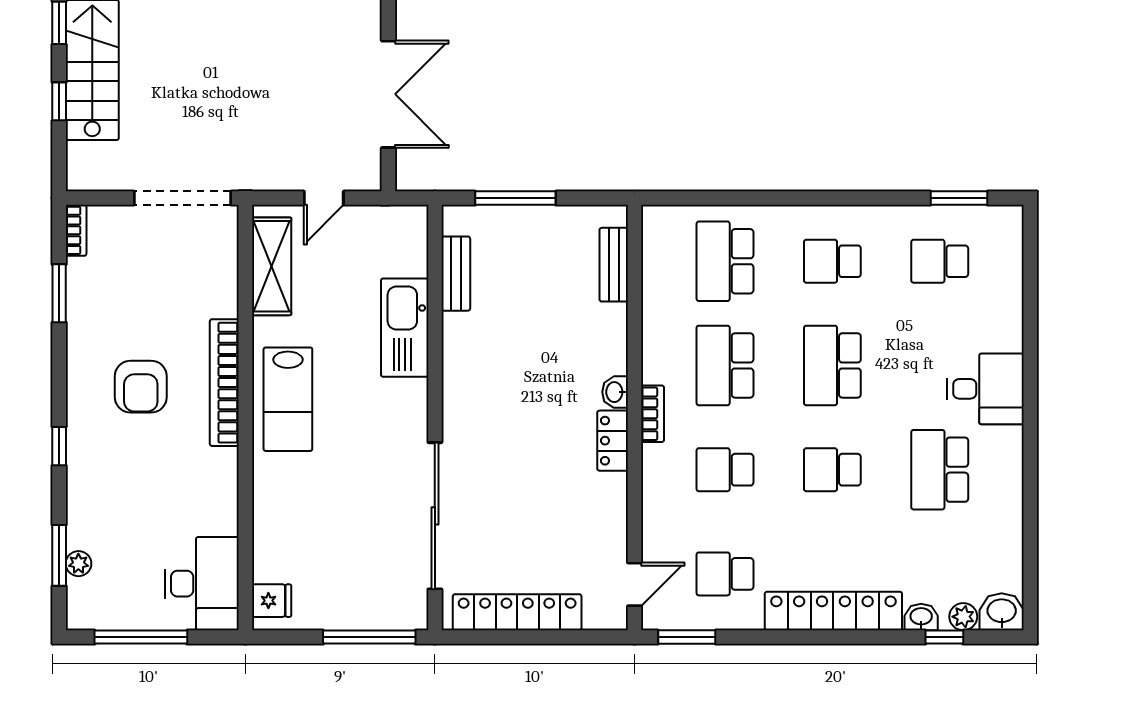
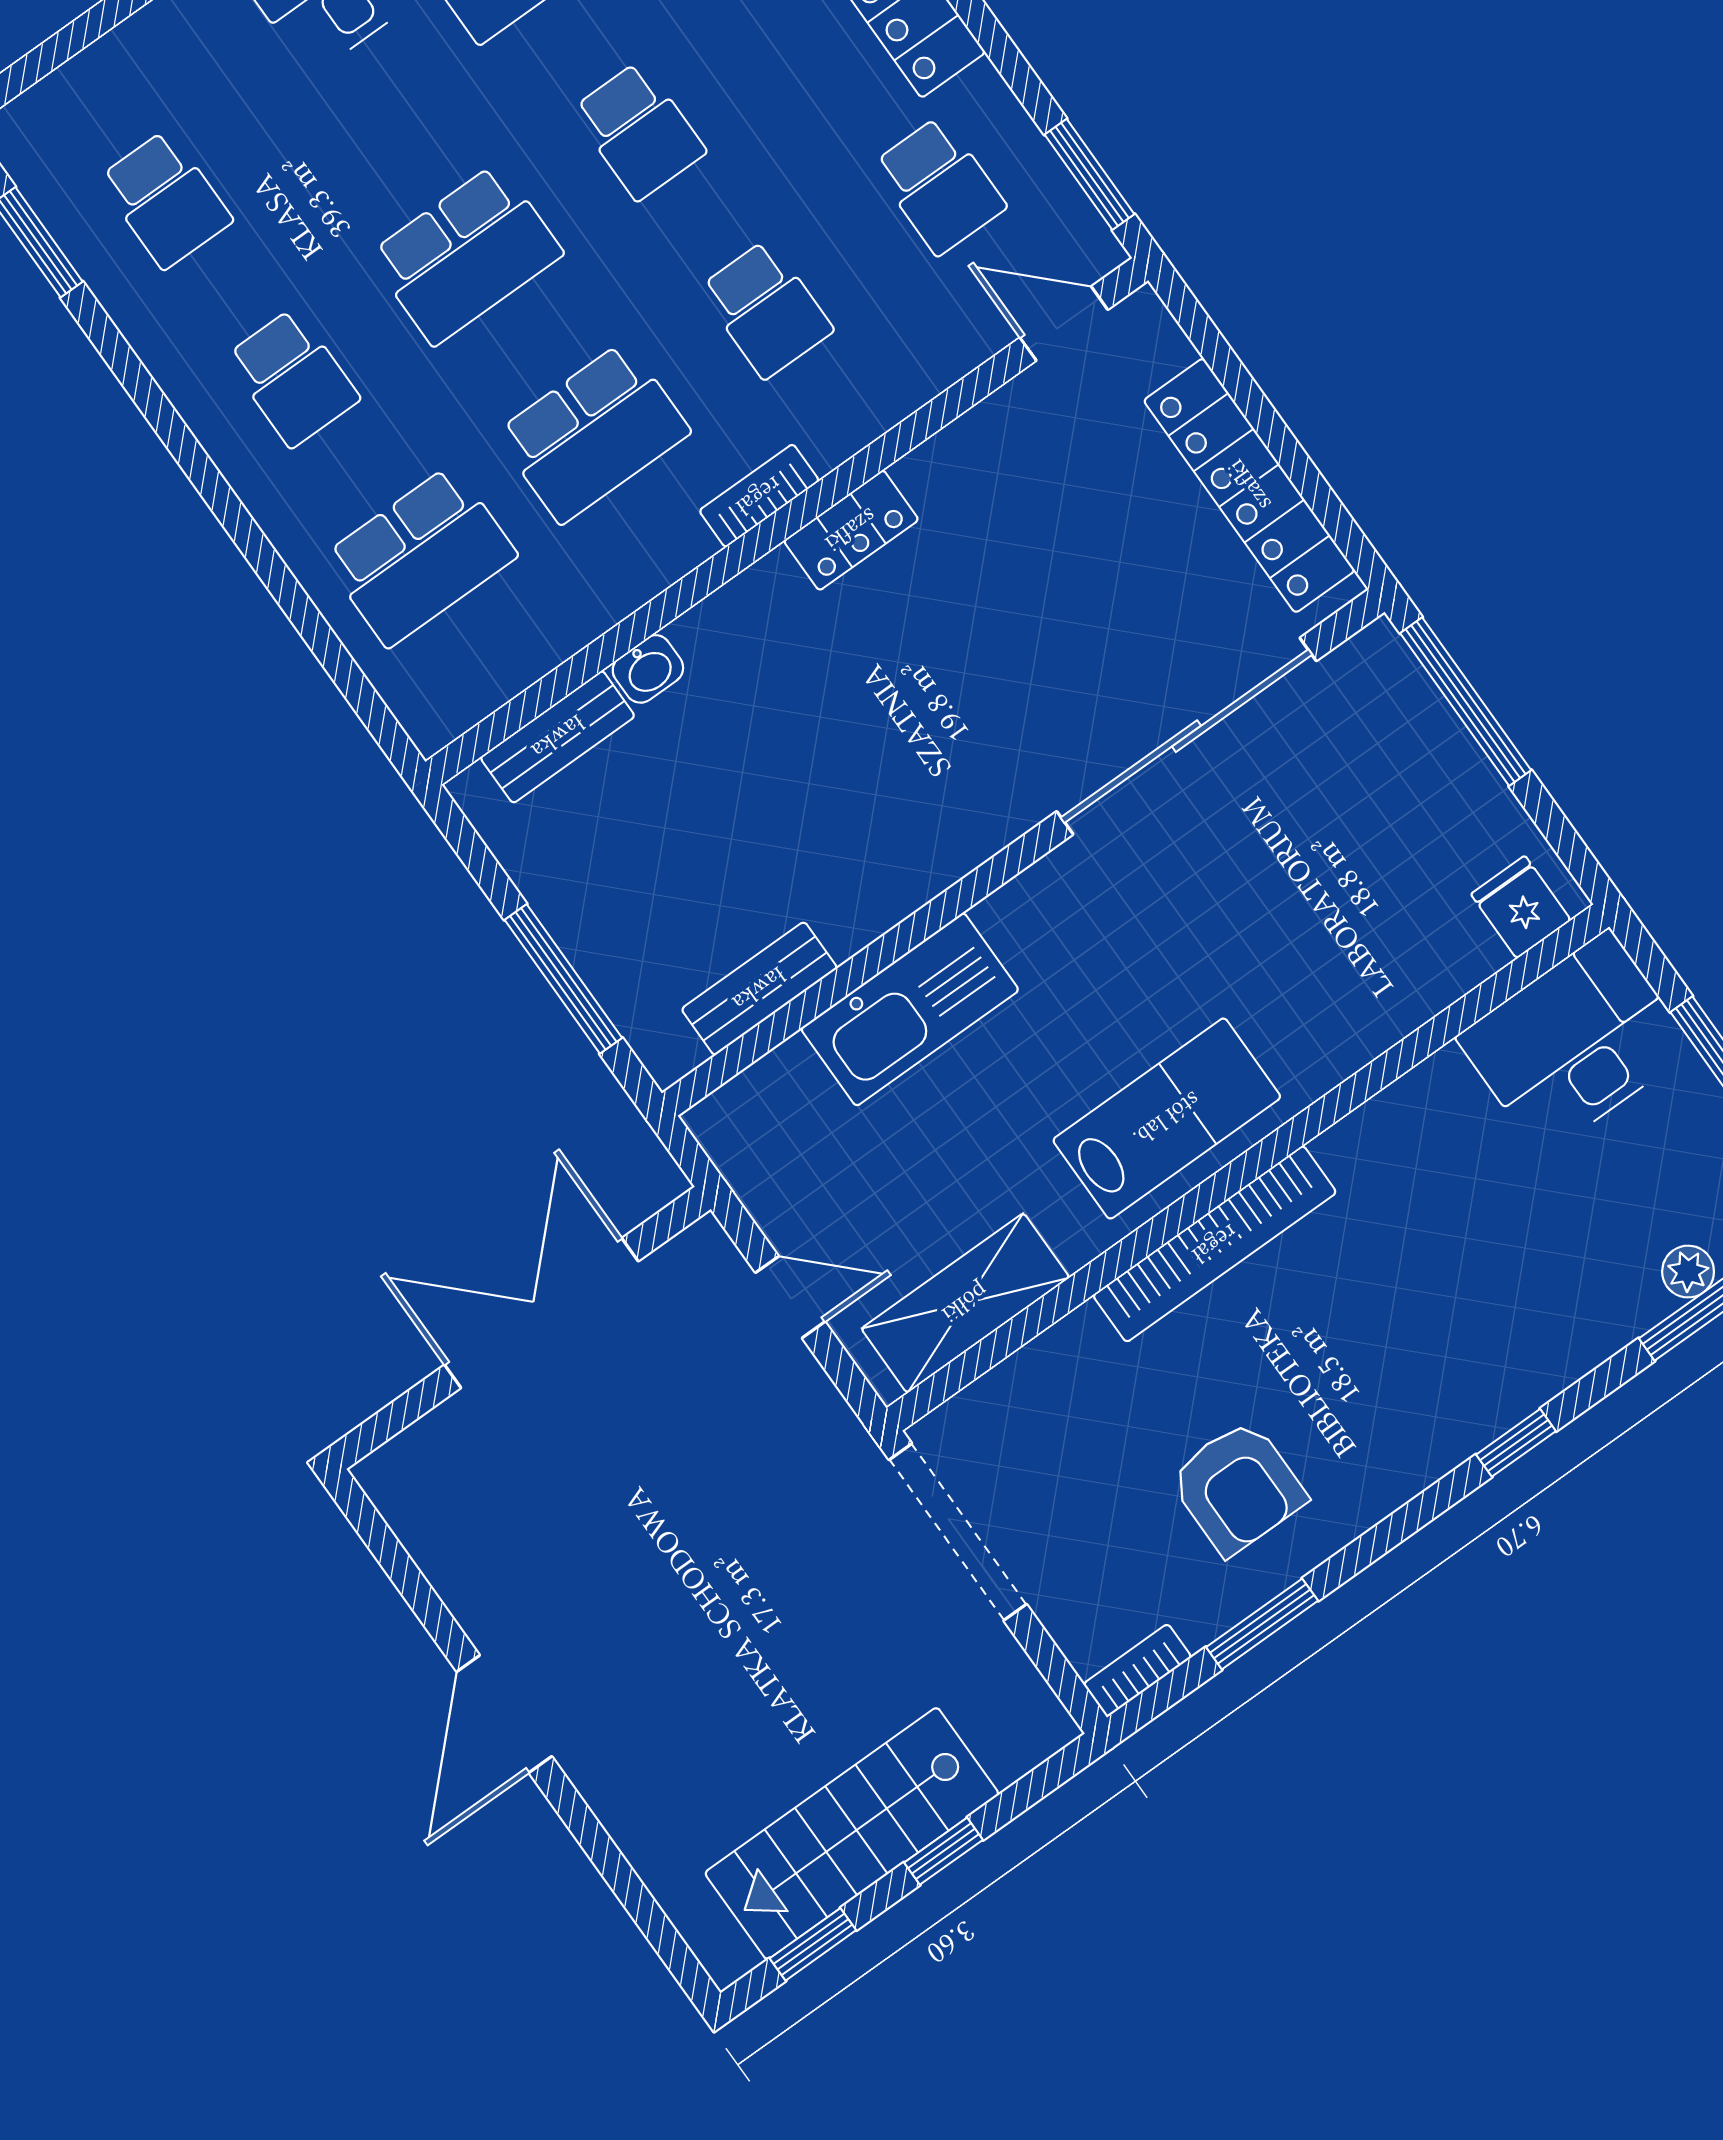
armchair: (141, 387) -> (1238, 1487), moved, turned 90
washbasin: (615, 392) -> (648, 669), moved

